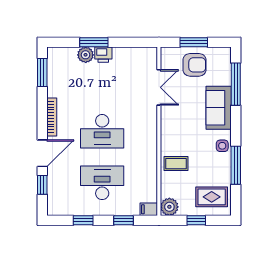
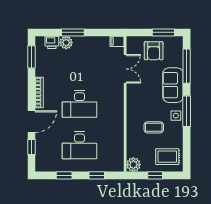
window: (194, 42) -> (163, 32), moved
printer: (103, 55) -> (52, 42), moved
armchair: (194, 65) -> (154, 51), turned 90
coffee table: (176, 164) -> (154, 127), moved
window: (236, 165) -> (187, 111), moved
desk: (102, 183) -> (79, 145), turned 180
filing cabinet: (149, 209) -> (117, 41), moved

